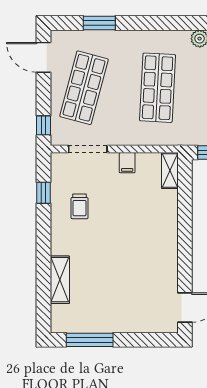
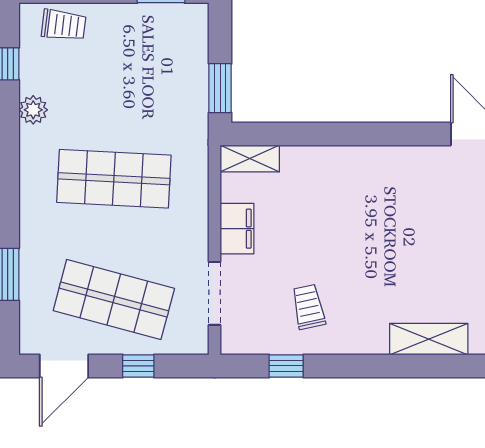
window: (43, 125) -> (138, 366), moved
filing cabinet: (127, 163) -> (237, 229), width x2.00
trolley: (80, 206) -> (308, 307), turned -102

